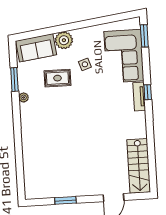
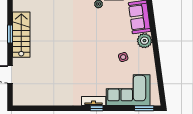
rug: (57, 78) -> (113, 33), removed
stairs: (139, 166) -> (21, 35), moved, turned 90

